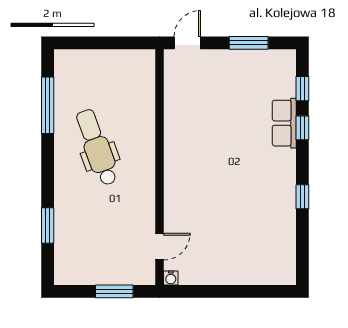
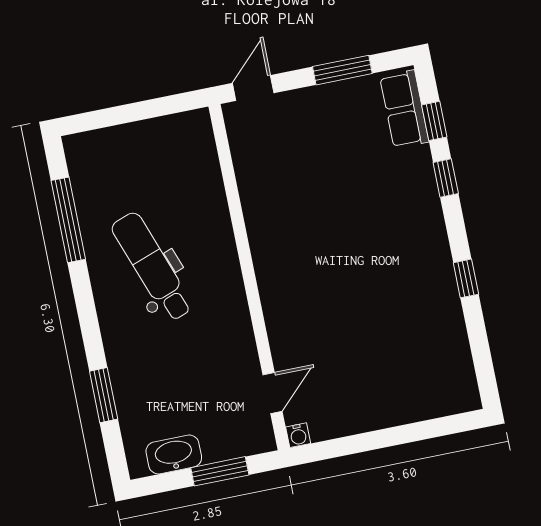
row of seats: (284, 123) -> (404, 109), moved
washbasin: (86, 274) -> (174, 454), added

